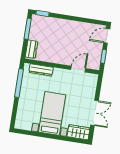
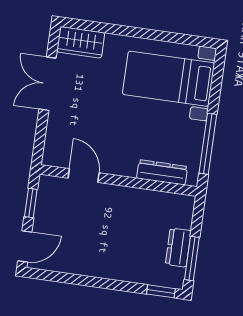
dresser: (31, 49) -> (178, 248), moved
door: (78, 69) -> (84, 176), swing flipped
bed with nightstands: (52, 113) -> (169, 79), moved, turned 90

